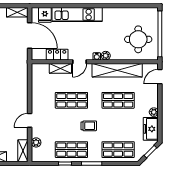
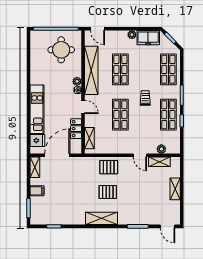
shelving: (60, 68) -> (89, 138), moved
pallet: (17, 88) -> (109, 167), added
shelving: (23, 151) -> (159, 162), moved

